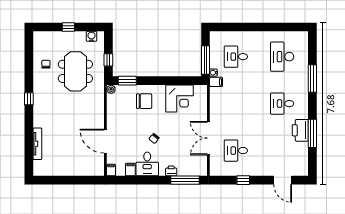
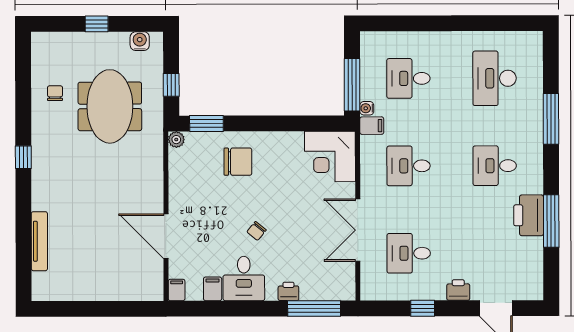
corner desk: (179, 98) -> (330, 156), moved, turned 90
desk: (236, 104) -> (409, 166), added
printer: (262, 170) -> (458, 290), added

